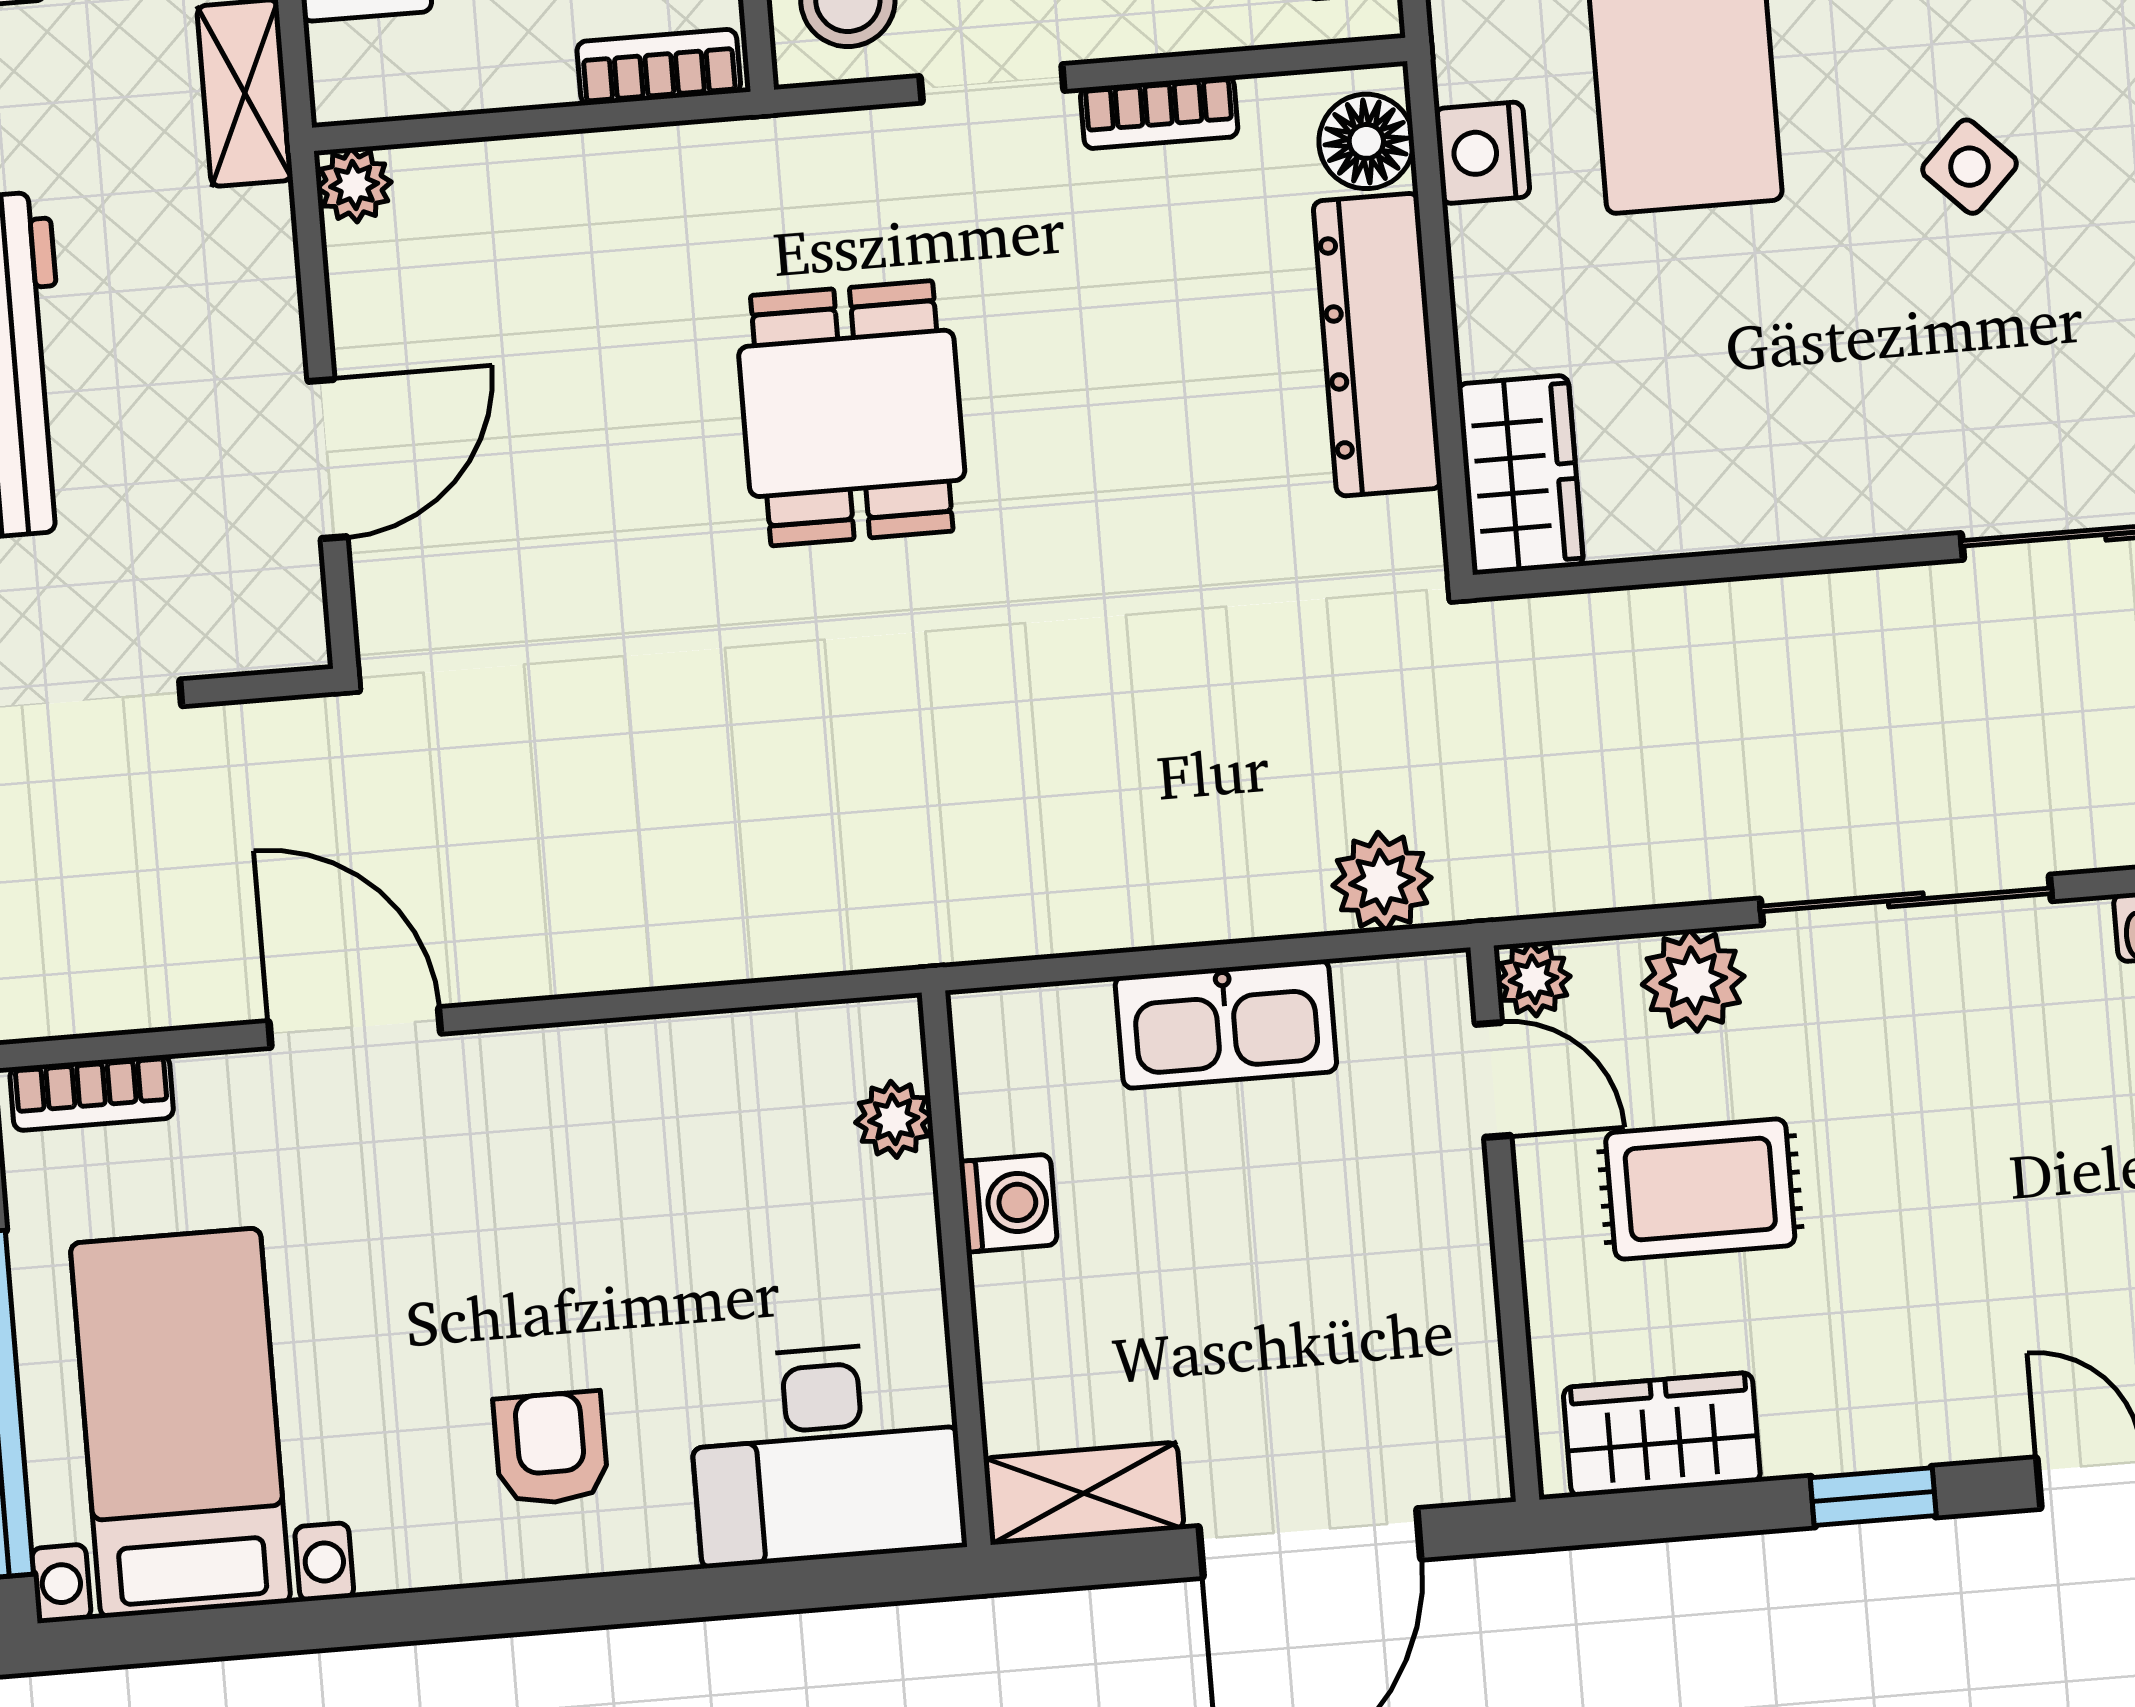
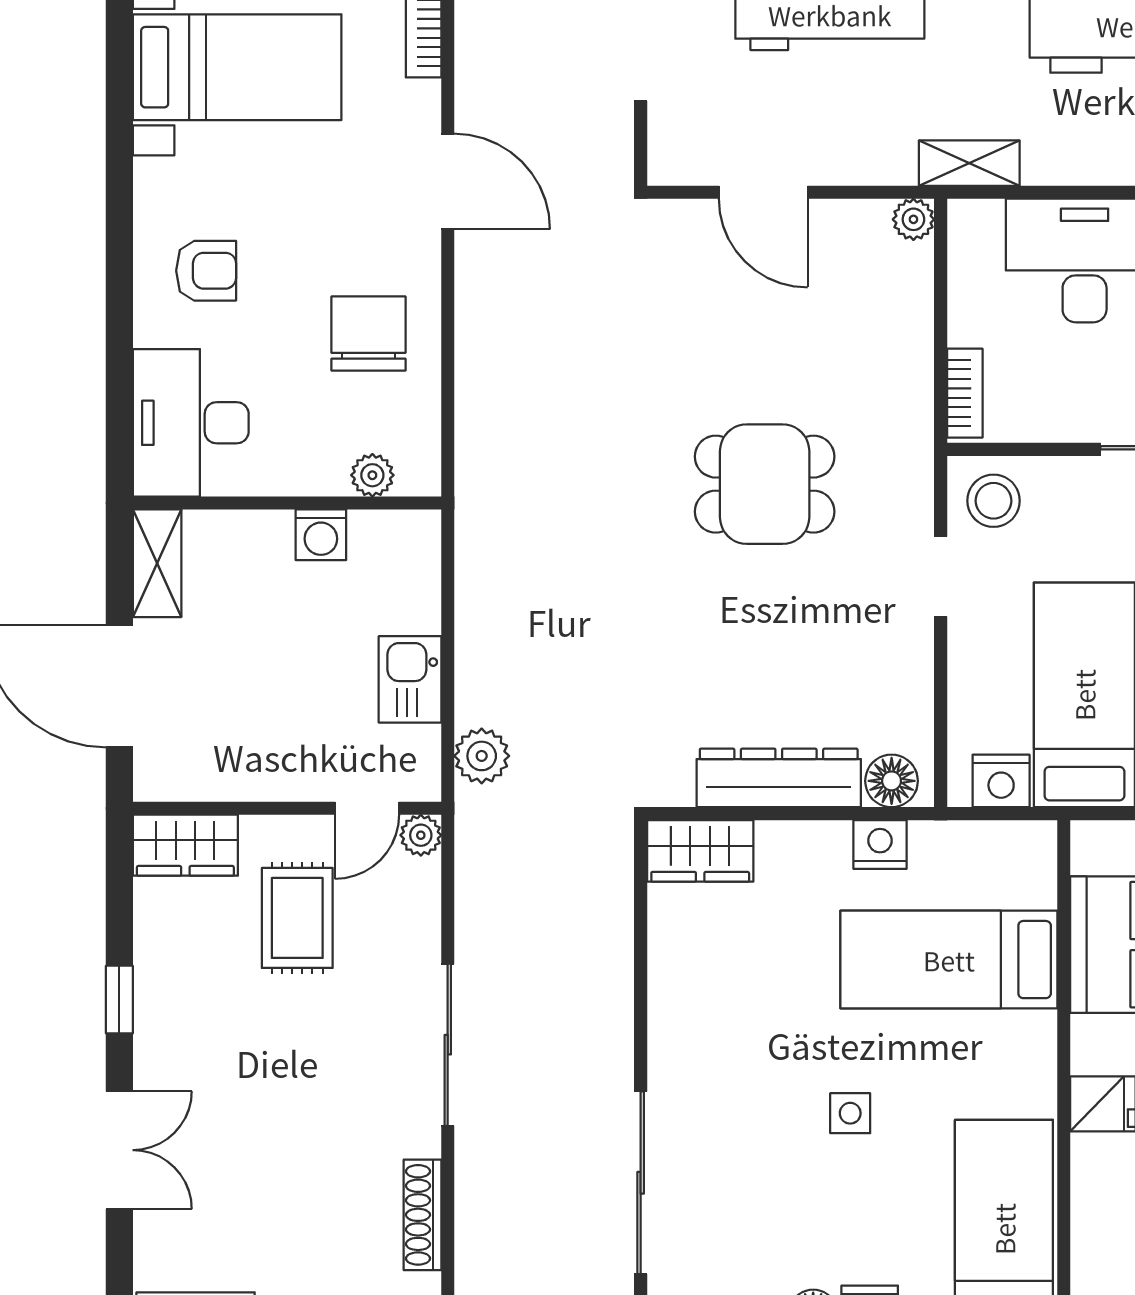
bookcase: (1159, 112) -> (917, 668), removed
side table: (1969, 167) -> (850, 1113), turned 45
plant: (1693, 980) -> (413, 923), removed
kitchen sink: (1226, 1024) -> (410, 679), width x0.73
door: (355, 1027) -> (448, 182), hinge flipped
chair: (640, 1147) -> (369, 333), added
wardrobe: (1662, 1435) -> (185, 845), moved, turned 90

